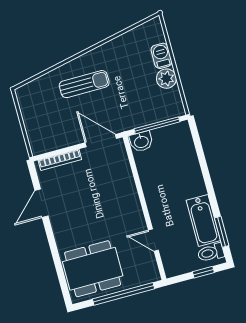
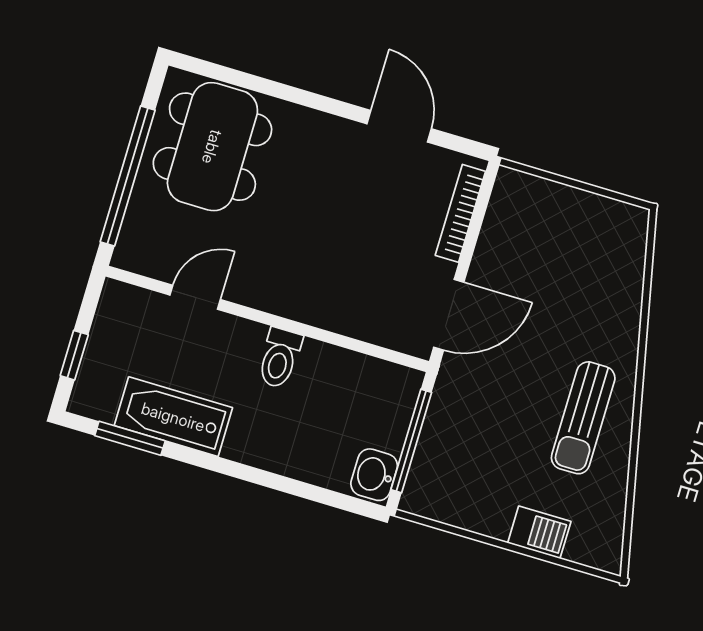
plant: (166, 79) -> (490, 515), removed
sun lounger: (84, 84) -> (583, 418), moved
washbasin: (141, 141) -> (374, 475), moved
toilet: (211, 253) -> (280, 358), moved, turned 180

